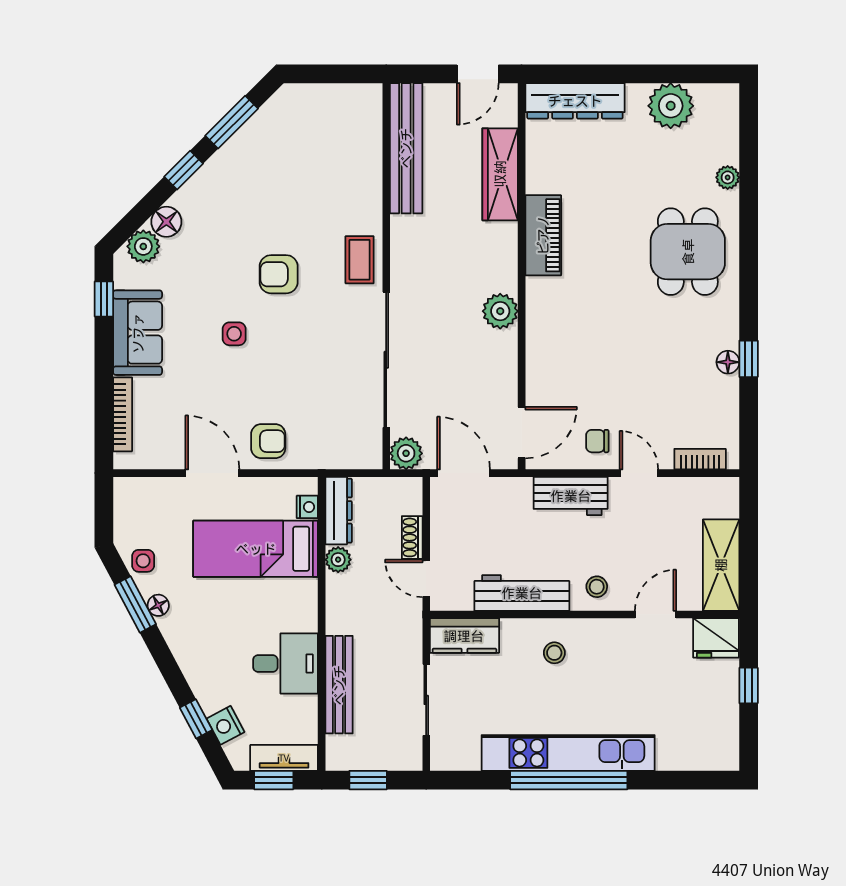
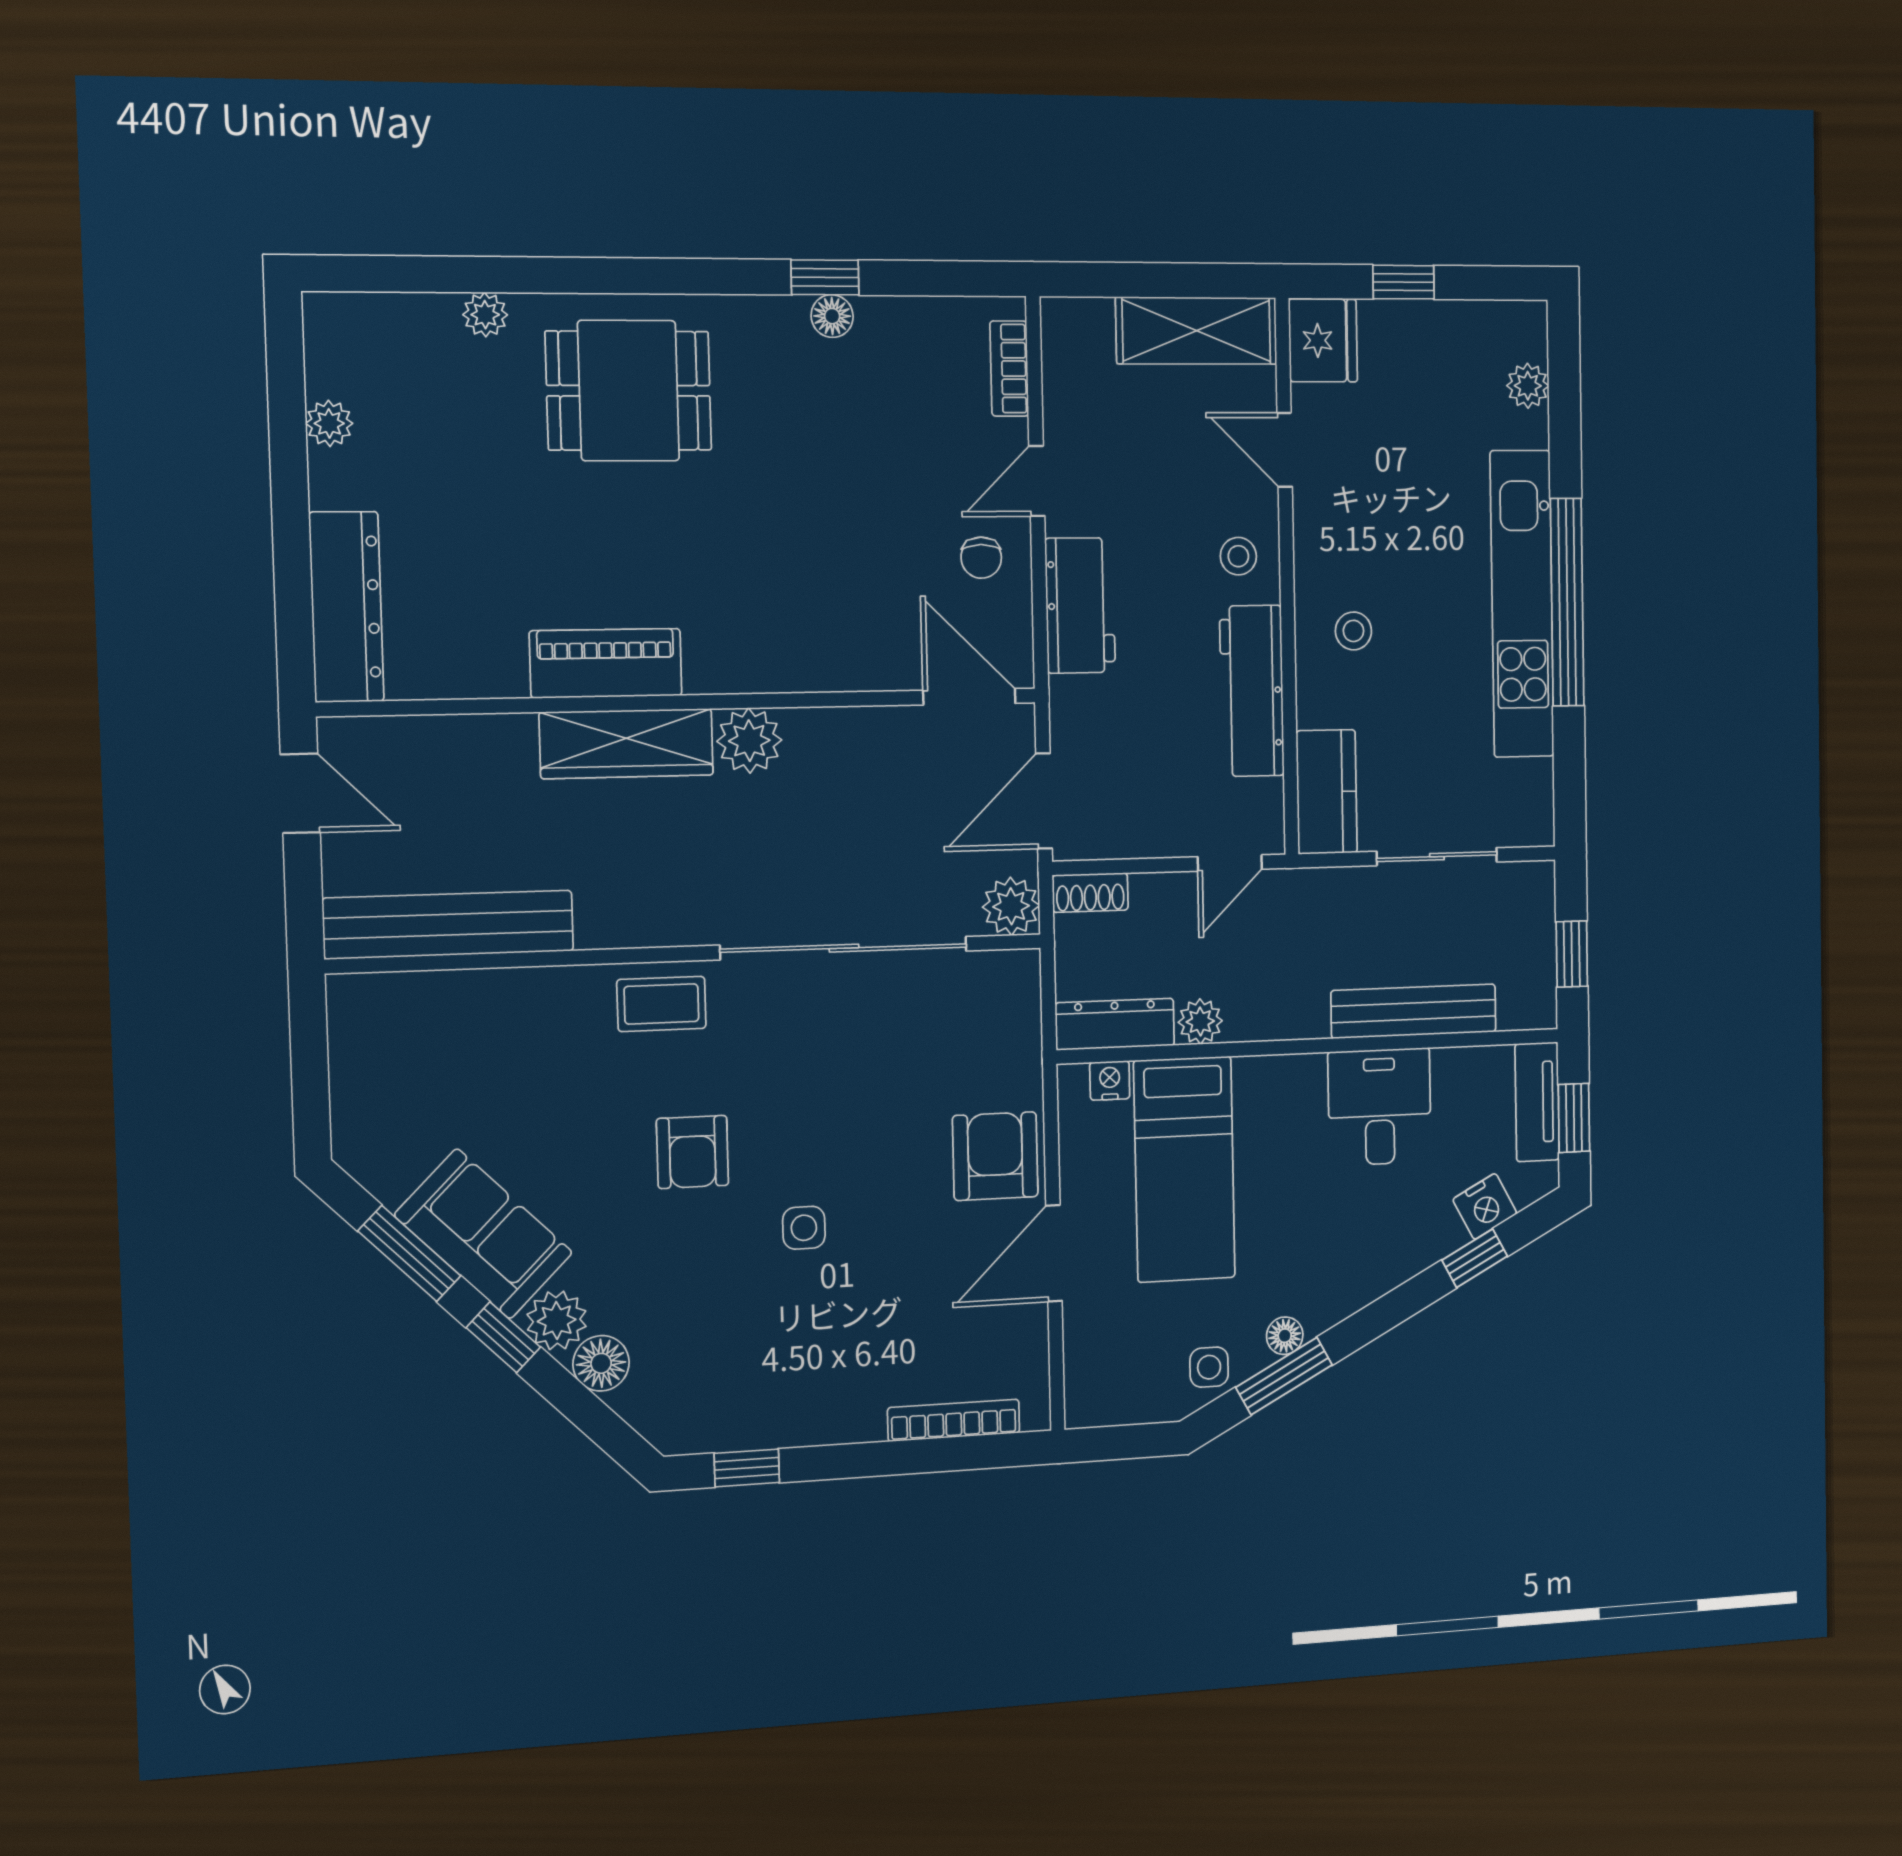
plant: (671, 106) -> (329, 423), width x0.53, depth x0.53
wardrobe: (500, 174) -> (626, 744), moved
plant: (143, 246) -> (557, 1320), moved
sofa: (138, 333) -> (483, 1234), moved, turned 45
armchair: (268, 441) -> (995, 1156), width x1.38, depth x1.38
shoe rack: (412, 537) -> (1090, 893), moved
plant: (691, 758) -> (1528, 386), added

